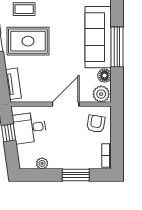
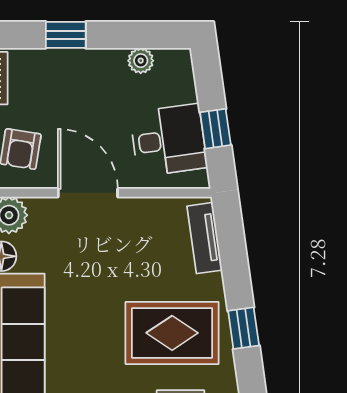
door: (66, 104) -> (88, 193), swing flipped
window: (76, 175) -> (66, 35), width x0.67

